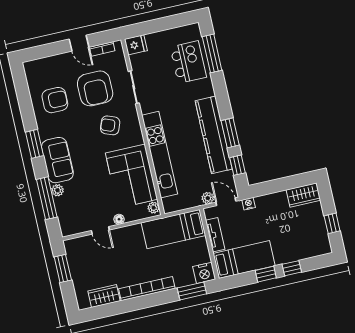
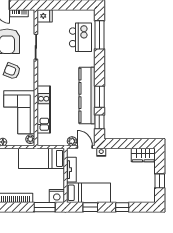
kitchen unit: (160, 155) -> (44, 110), width x0.73
window: (266, 274) -> (90, 207), moved

